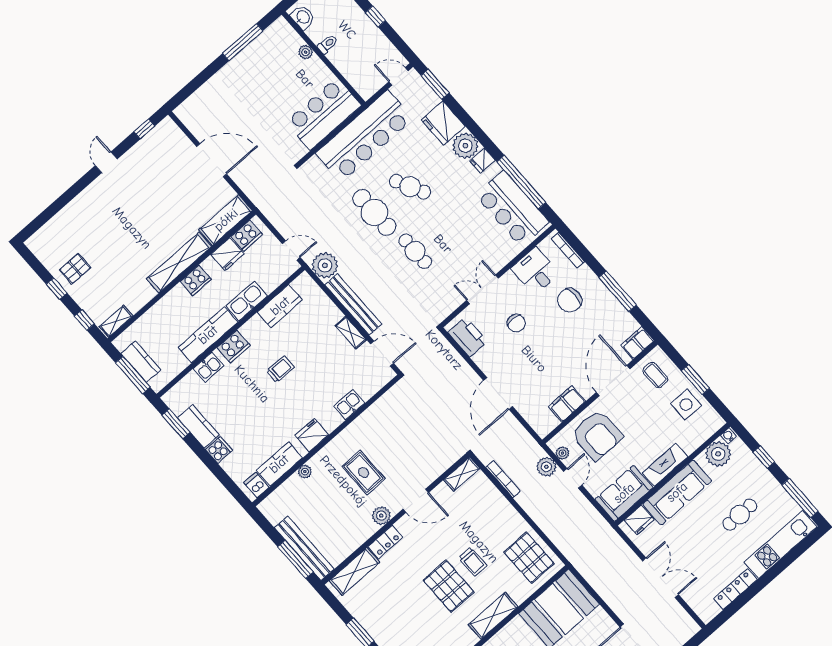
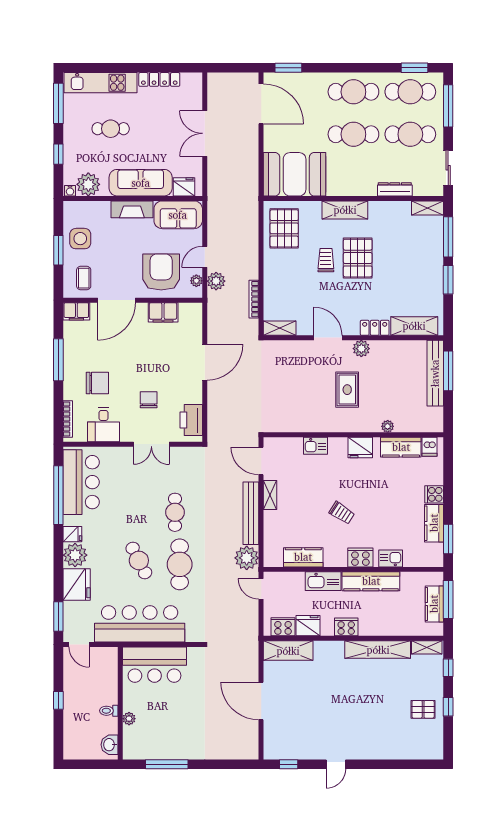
shelving: (179, 263) -> (378, 650), moved
trolley: (280, 369) -> (342, 513), turned -147

